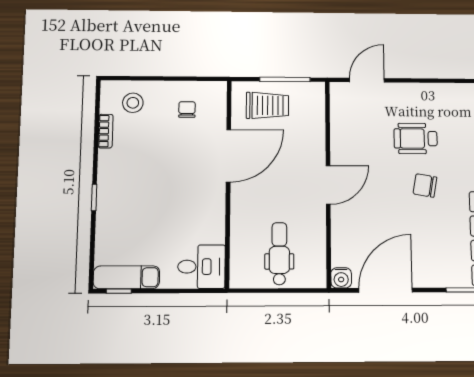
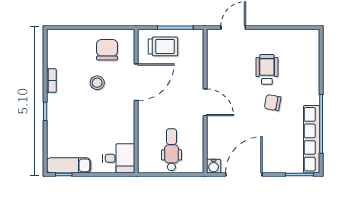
stool: (133, 103) -> (97, 83), moved
chair: (187, 109) -> (107, 50), width x1.87, depth x1.87
bookcase: (106, 131) -> (51, 81), moved
wheelchair: (416, 138) -> (267, 69), turned 90
door: (328, 185) -> (205, 102), hinge flipped

